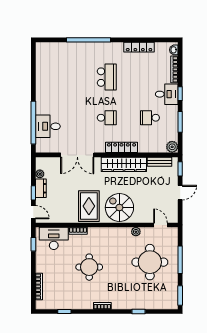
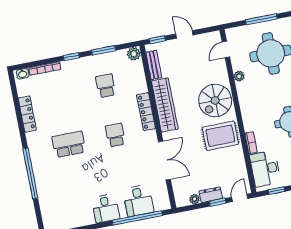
desk: (167, 94) -> (106, 208), moved, turned 180
school desk: (150, 118) -> (106, 86), turned 180

